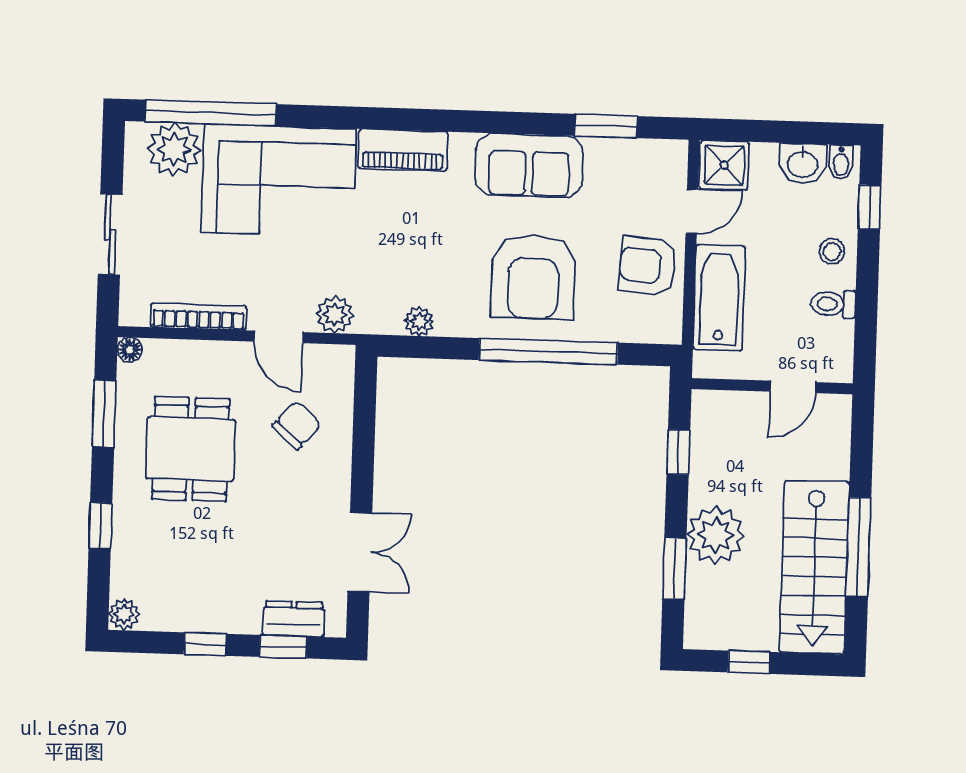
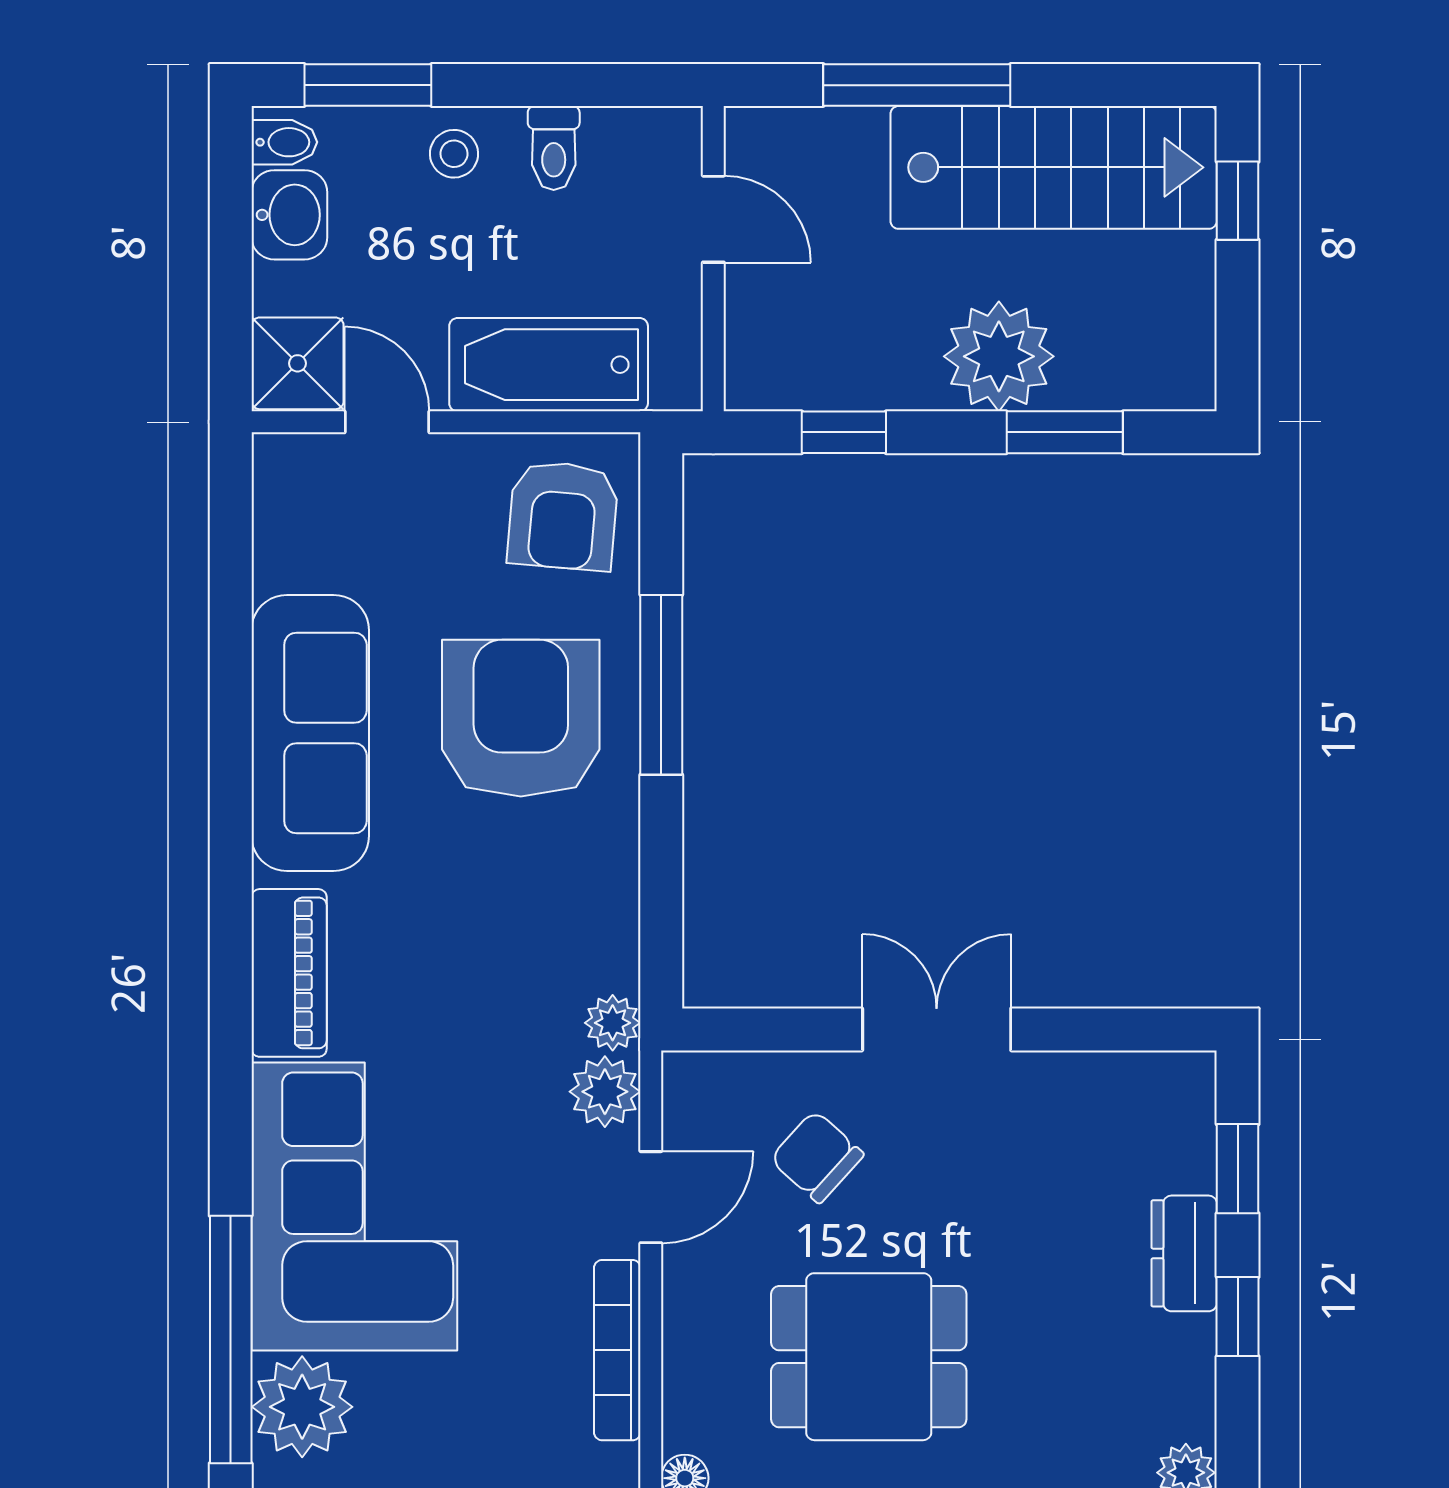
window: (606, 126) -> (231, 590), removed
sofa: (529, 165) -> (310, 733), width x1.36
window: (870, 207) -> (368, 85), width x1.50
armchair: (648, 266) -> (563, 516), moved
armchair: (533, 277) -> (521, 718), turned -90
plant: (419, 321) -> (613, 1023), moved
window: (548, 351) -> (661, 685), width x0.68
window: (858, 547) -> (917, 85), moved
double door: (360, 552) -> (937, 1029), moved
dresser: (294, 619) -> (1184, 1253), moved
window: (749, 662) -> (1238, 201), moved

